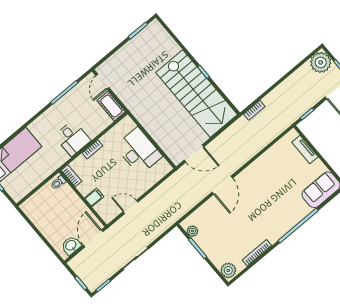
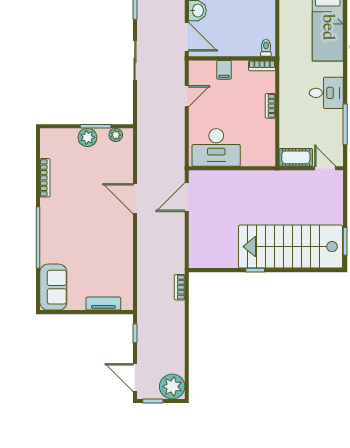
stairs: (197, 94) -> (291, 247), moved
desk: (73, 138) -> (326, 93), moved, turned 180
desk: (139, 151) -> (216, 147), moved
plant: (228, 270) -> (87, 137), moved

